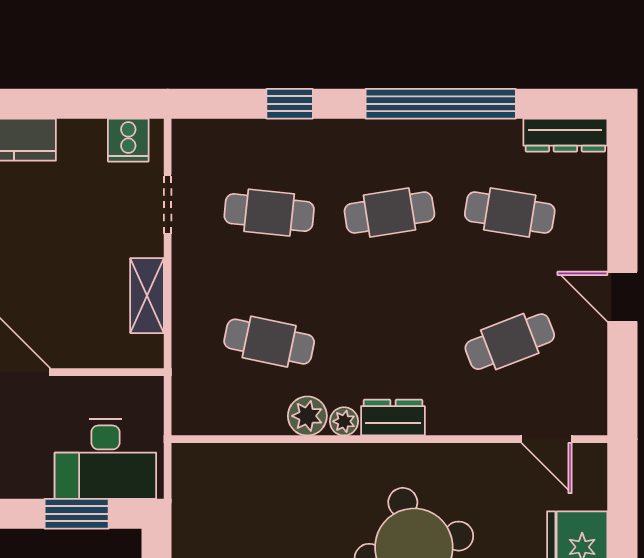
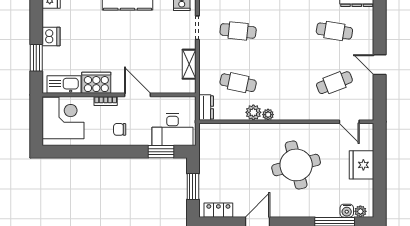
cafe table: (389, 213) -> (286, 31), removed
dresser: (393, 418) -> (206, 107), moved, turned 90

